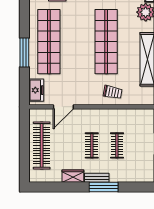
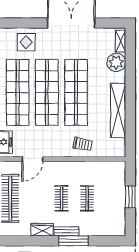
shop shelf: (78, 42) -> (47, 92), added

